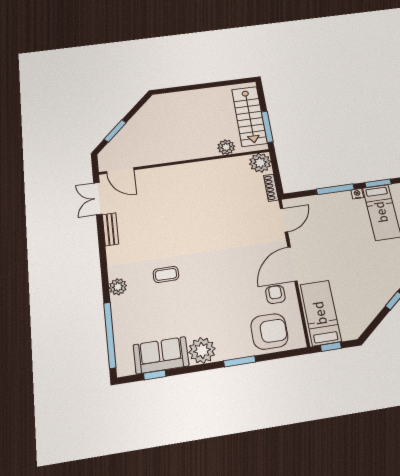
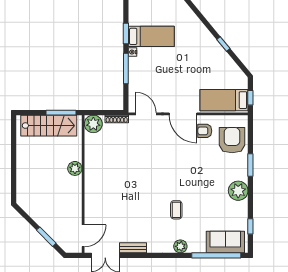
plant: (226, 147) -> (75, 168), moved
sofa: (161, 355) -> (225, 242), moved, turned 90

